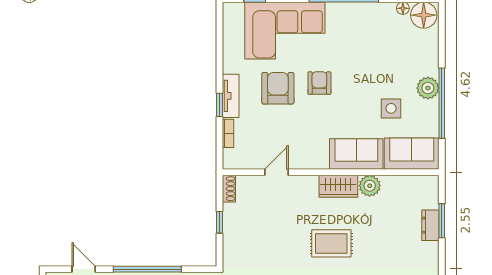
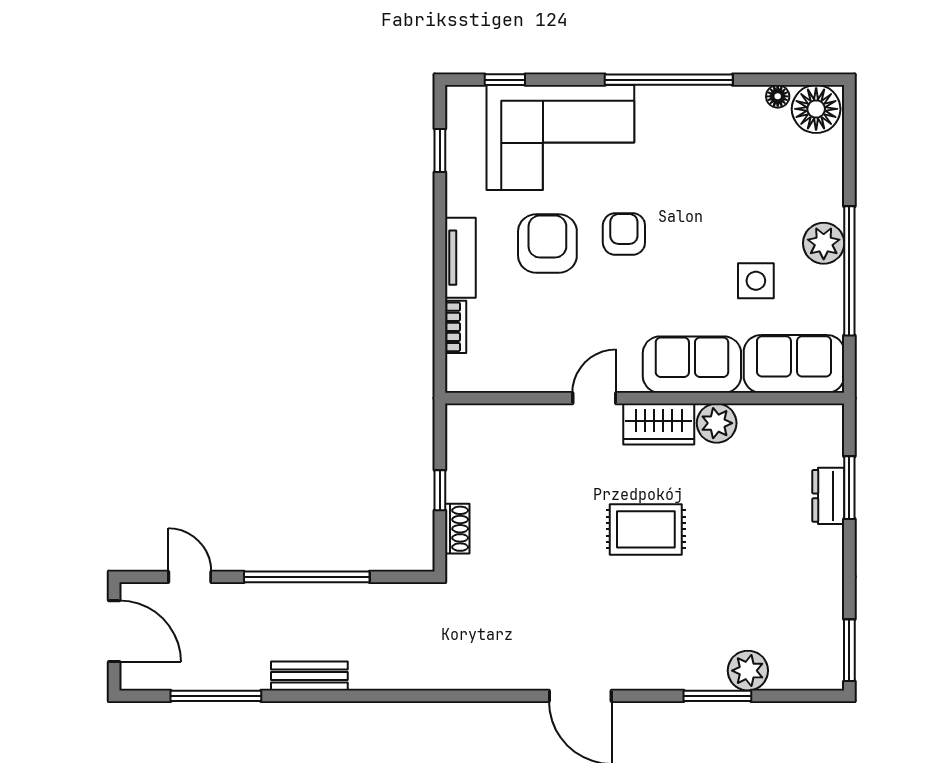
window: (219, 105) -> (440, 151), moved
door: (277, 172) -> (594, 398), moved
shoe rack: (229, 189) -> (457, 529), moved

